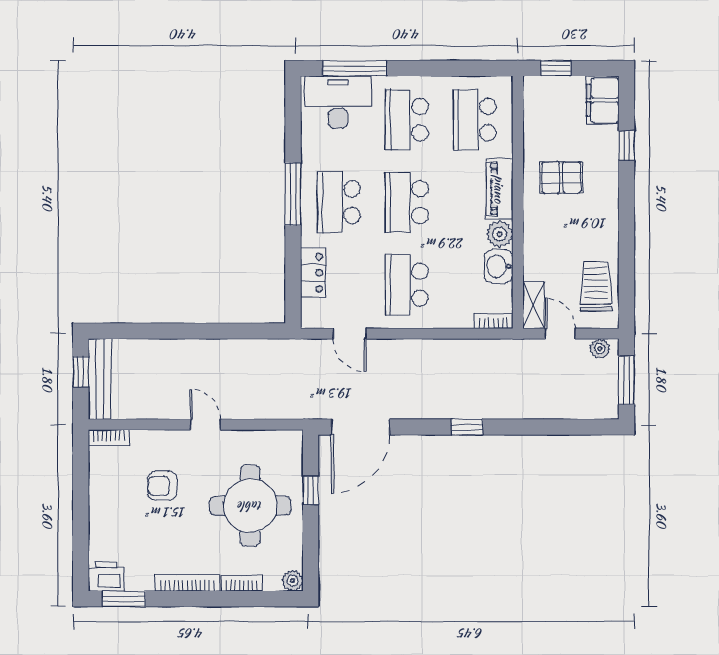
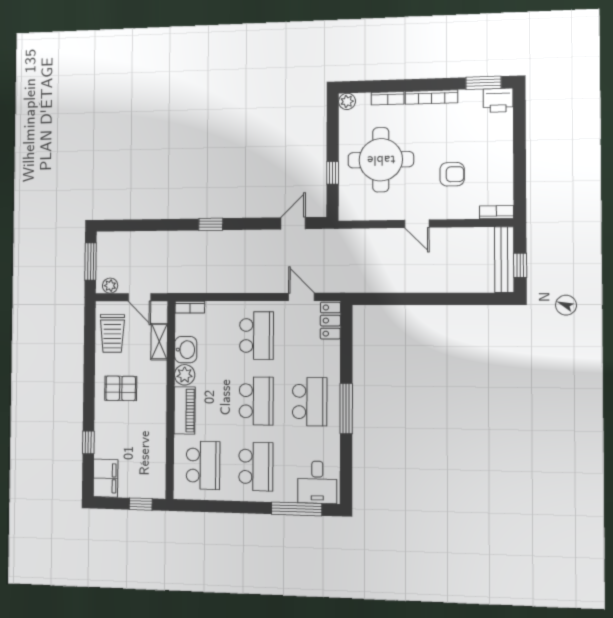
desk: (338, 102) -> (317, 482), width x0.73
pallet: (561, 178) -> (121, 388), moved
locker: (313, 273) -> (330, 321), moved
shelving: (533, 305) -> (159, 342), moved
door: (361, 427) -> (293, 223), width x0.53

